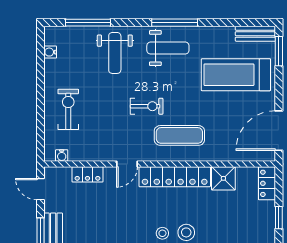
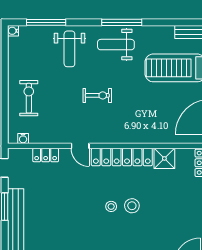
weight bench: (168, 48) -> (116, 45), turned 180
water cooler: (50, 52) -> (13, 31), moved
exercise mat: (179, 135) -> (126, 121), removed
door: (127, 164) -> (80, 146), hinge flipped

